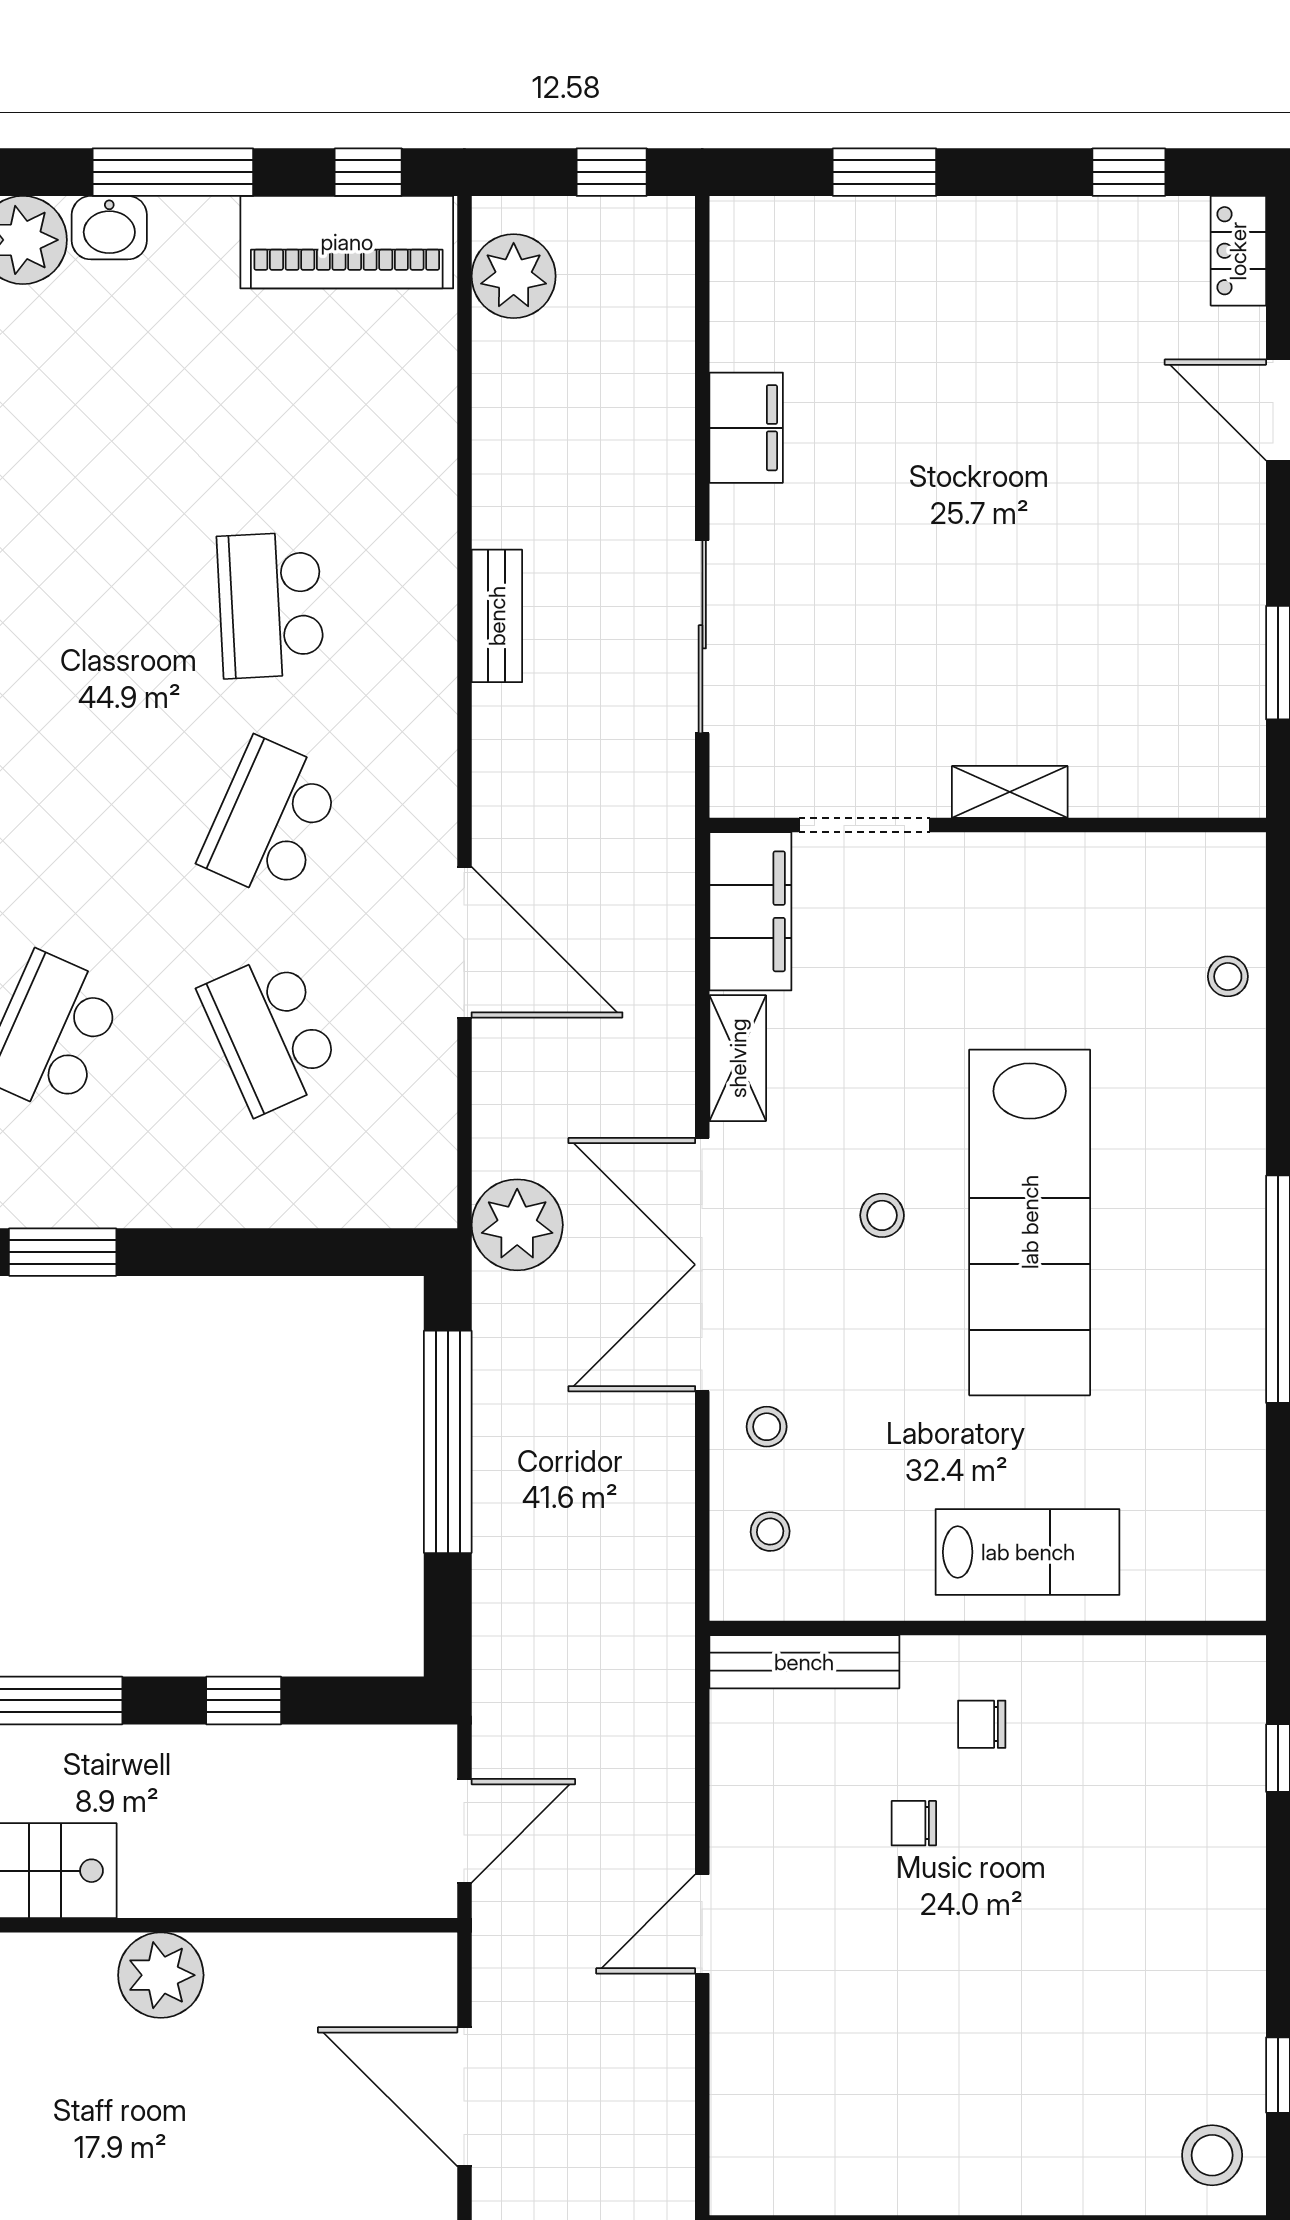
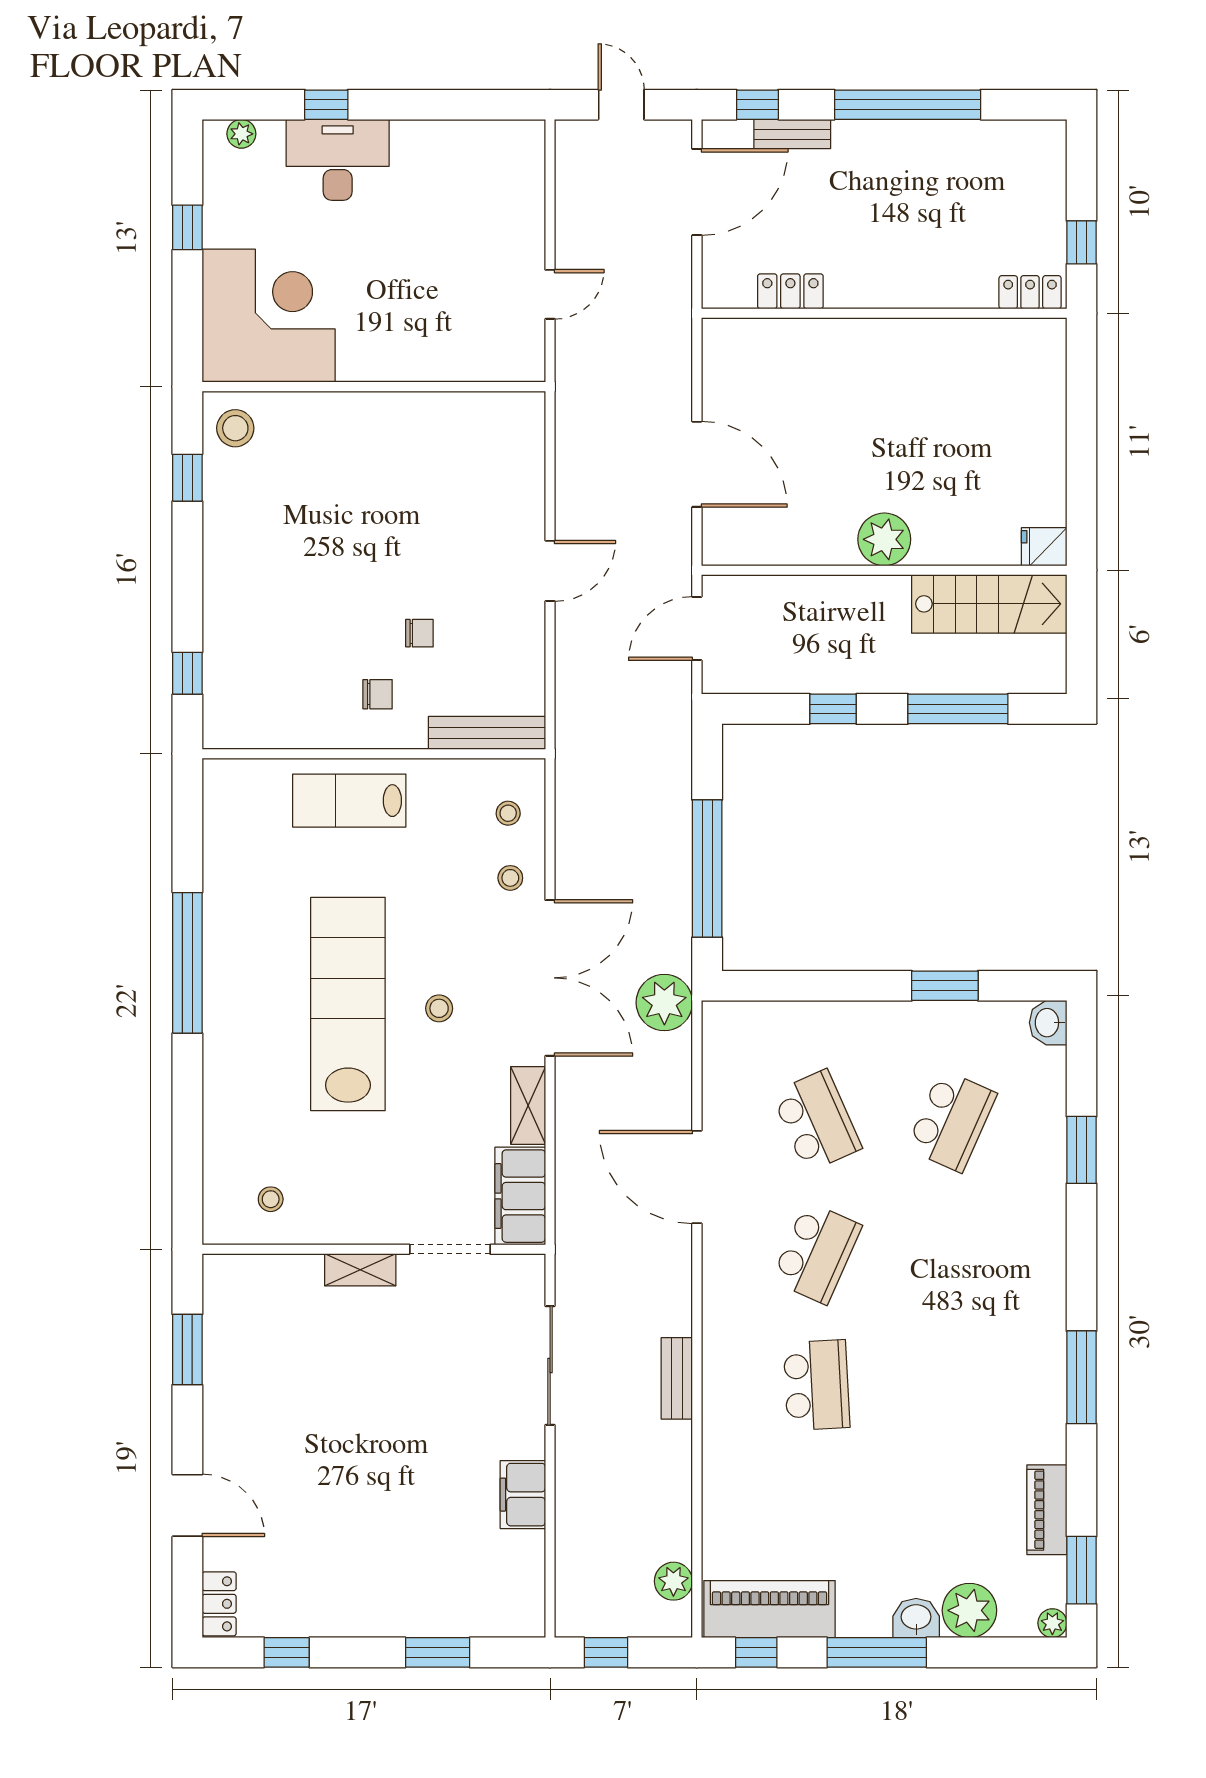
plant: (514, 276) -> (673, 1581), width x0.73, depth x0.73
stool: (1228, 976) -> (271, 1199), moved

